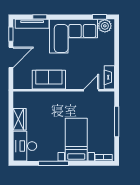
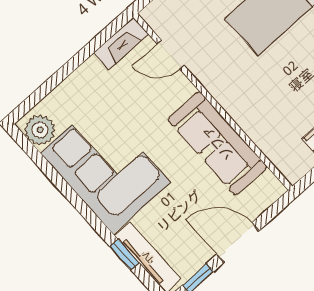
window: (100, 17) -> (33, 153), removed
sofa: (49, 80) -> (217, 143), width x1.36

